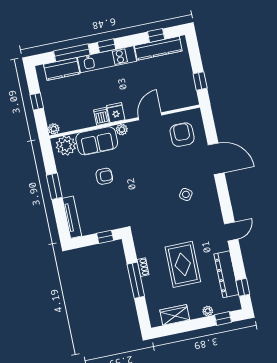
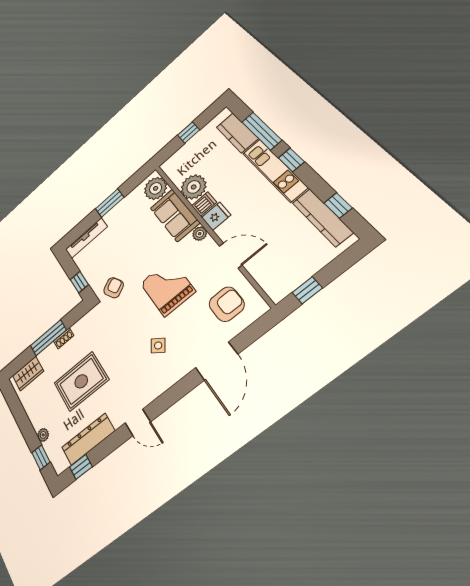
plant: (54, 129) -> (194, 187), moved, width x1.88, depth x1.88
grand piano: (148, 170) -> (168, 287), added
armchair: (104, 176) -> (114, 288), moved, turned -118
wardrobe: (175, 315) -> (28, 374), moved, turned 90

